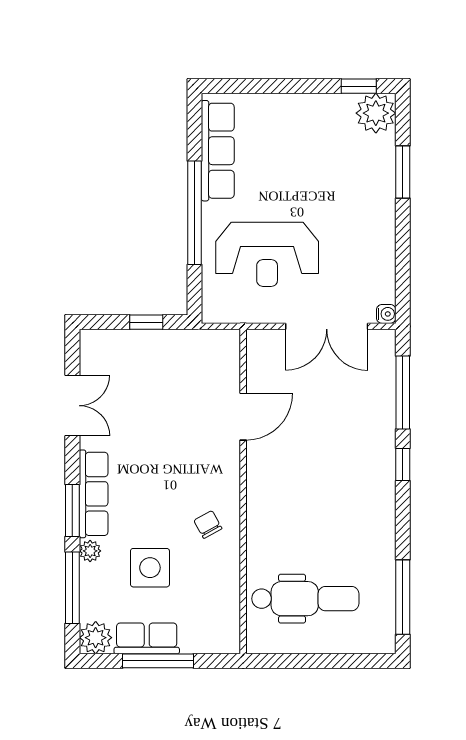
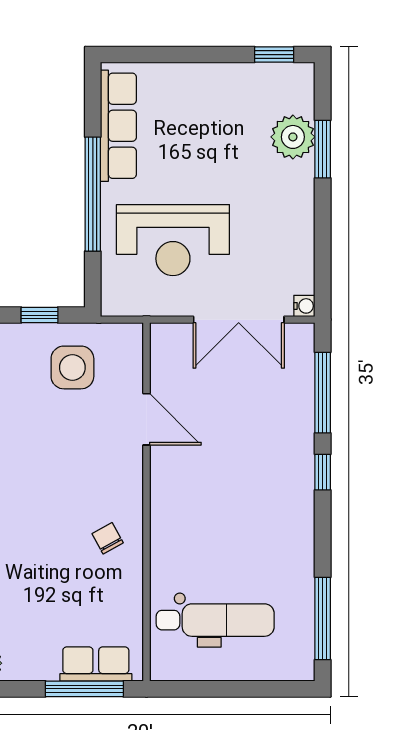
plant: (376, 113) -> (293, 137), moved
door: (243, 417) -> (146, 419), hinge flipped
side table: (150, 568) -> (72, 367), moved
row of seats: (147, 638) -> (96, 664), moved
window: (158, 661) -> (84, 689), moved

